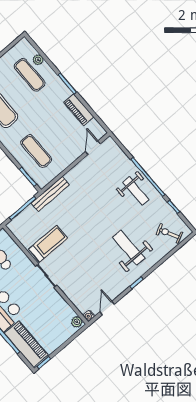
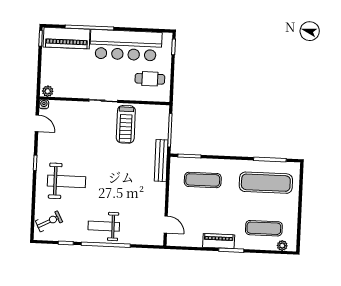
plant: (38, 60) -> (282, 246), moved
piano: (79, 110) -> (219, 241), moved

